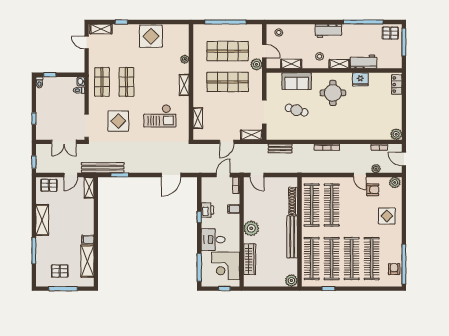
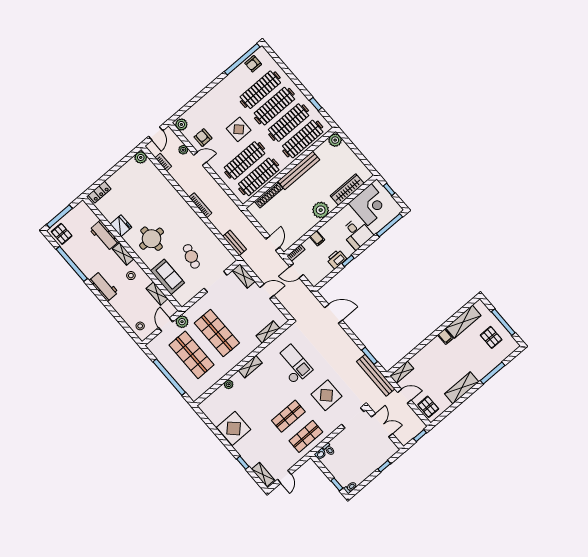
door: (360, 175) -> (200, 159), hinge flipped
display table: (387, 216) -> (239, 129), moved

